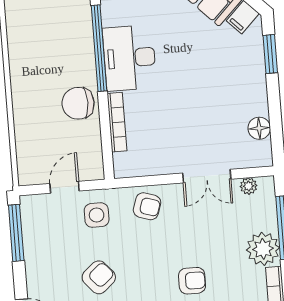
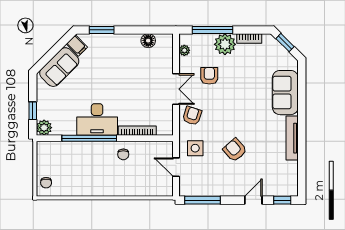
chair: (78, 103) -> (123, 154), width x0.54, depth x0.54
double door: (207, 176) -> (176, 89), moved
armchair: (192, 281) -> (209, 76), moved

